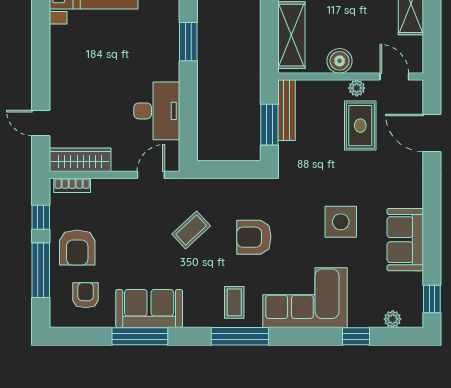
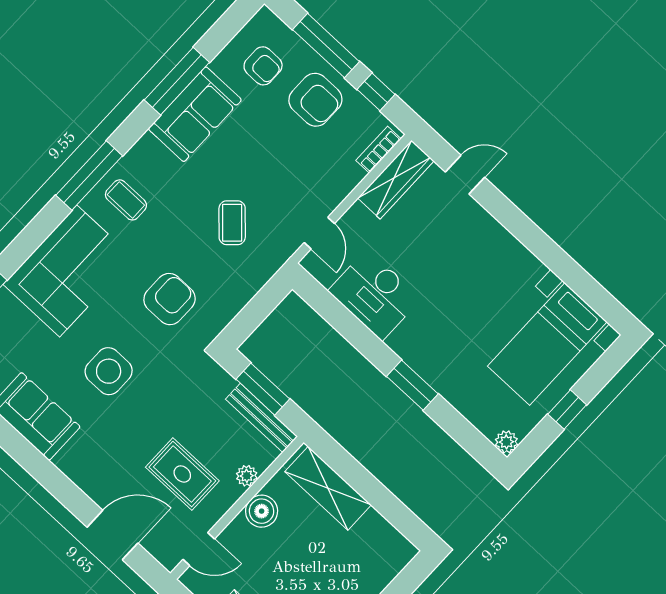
plant: (357, 88) -> (247, 476), moved
armchair: (254, 237) -> (170, 299), moved
armchair: (77, 248) -> (315, 100), turned 180

